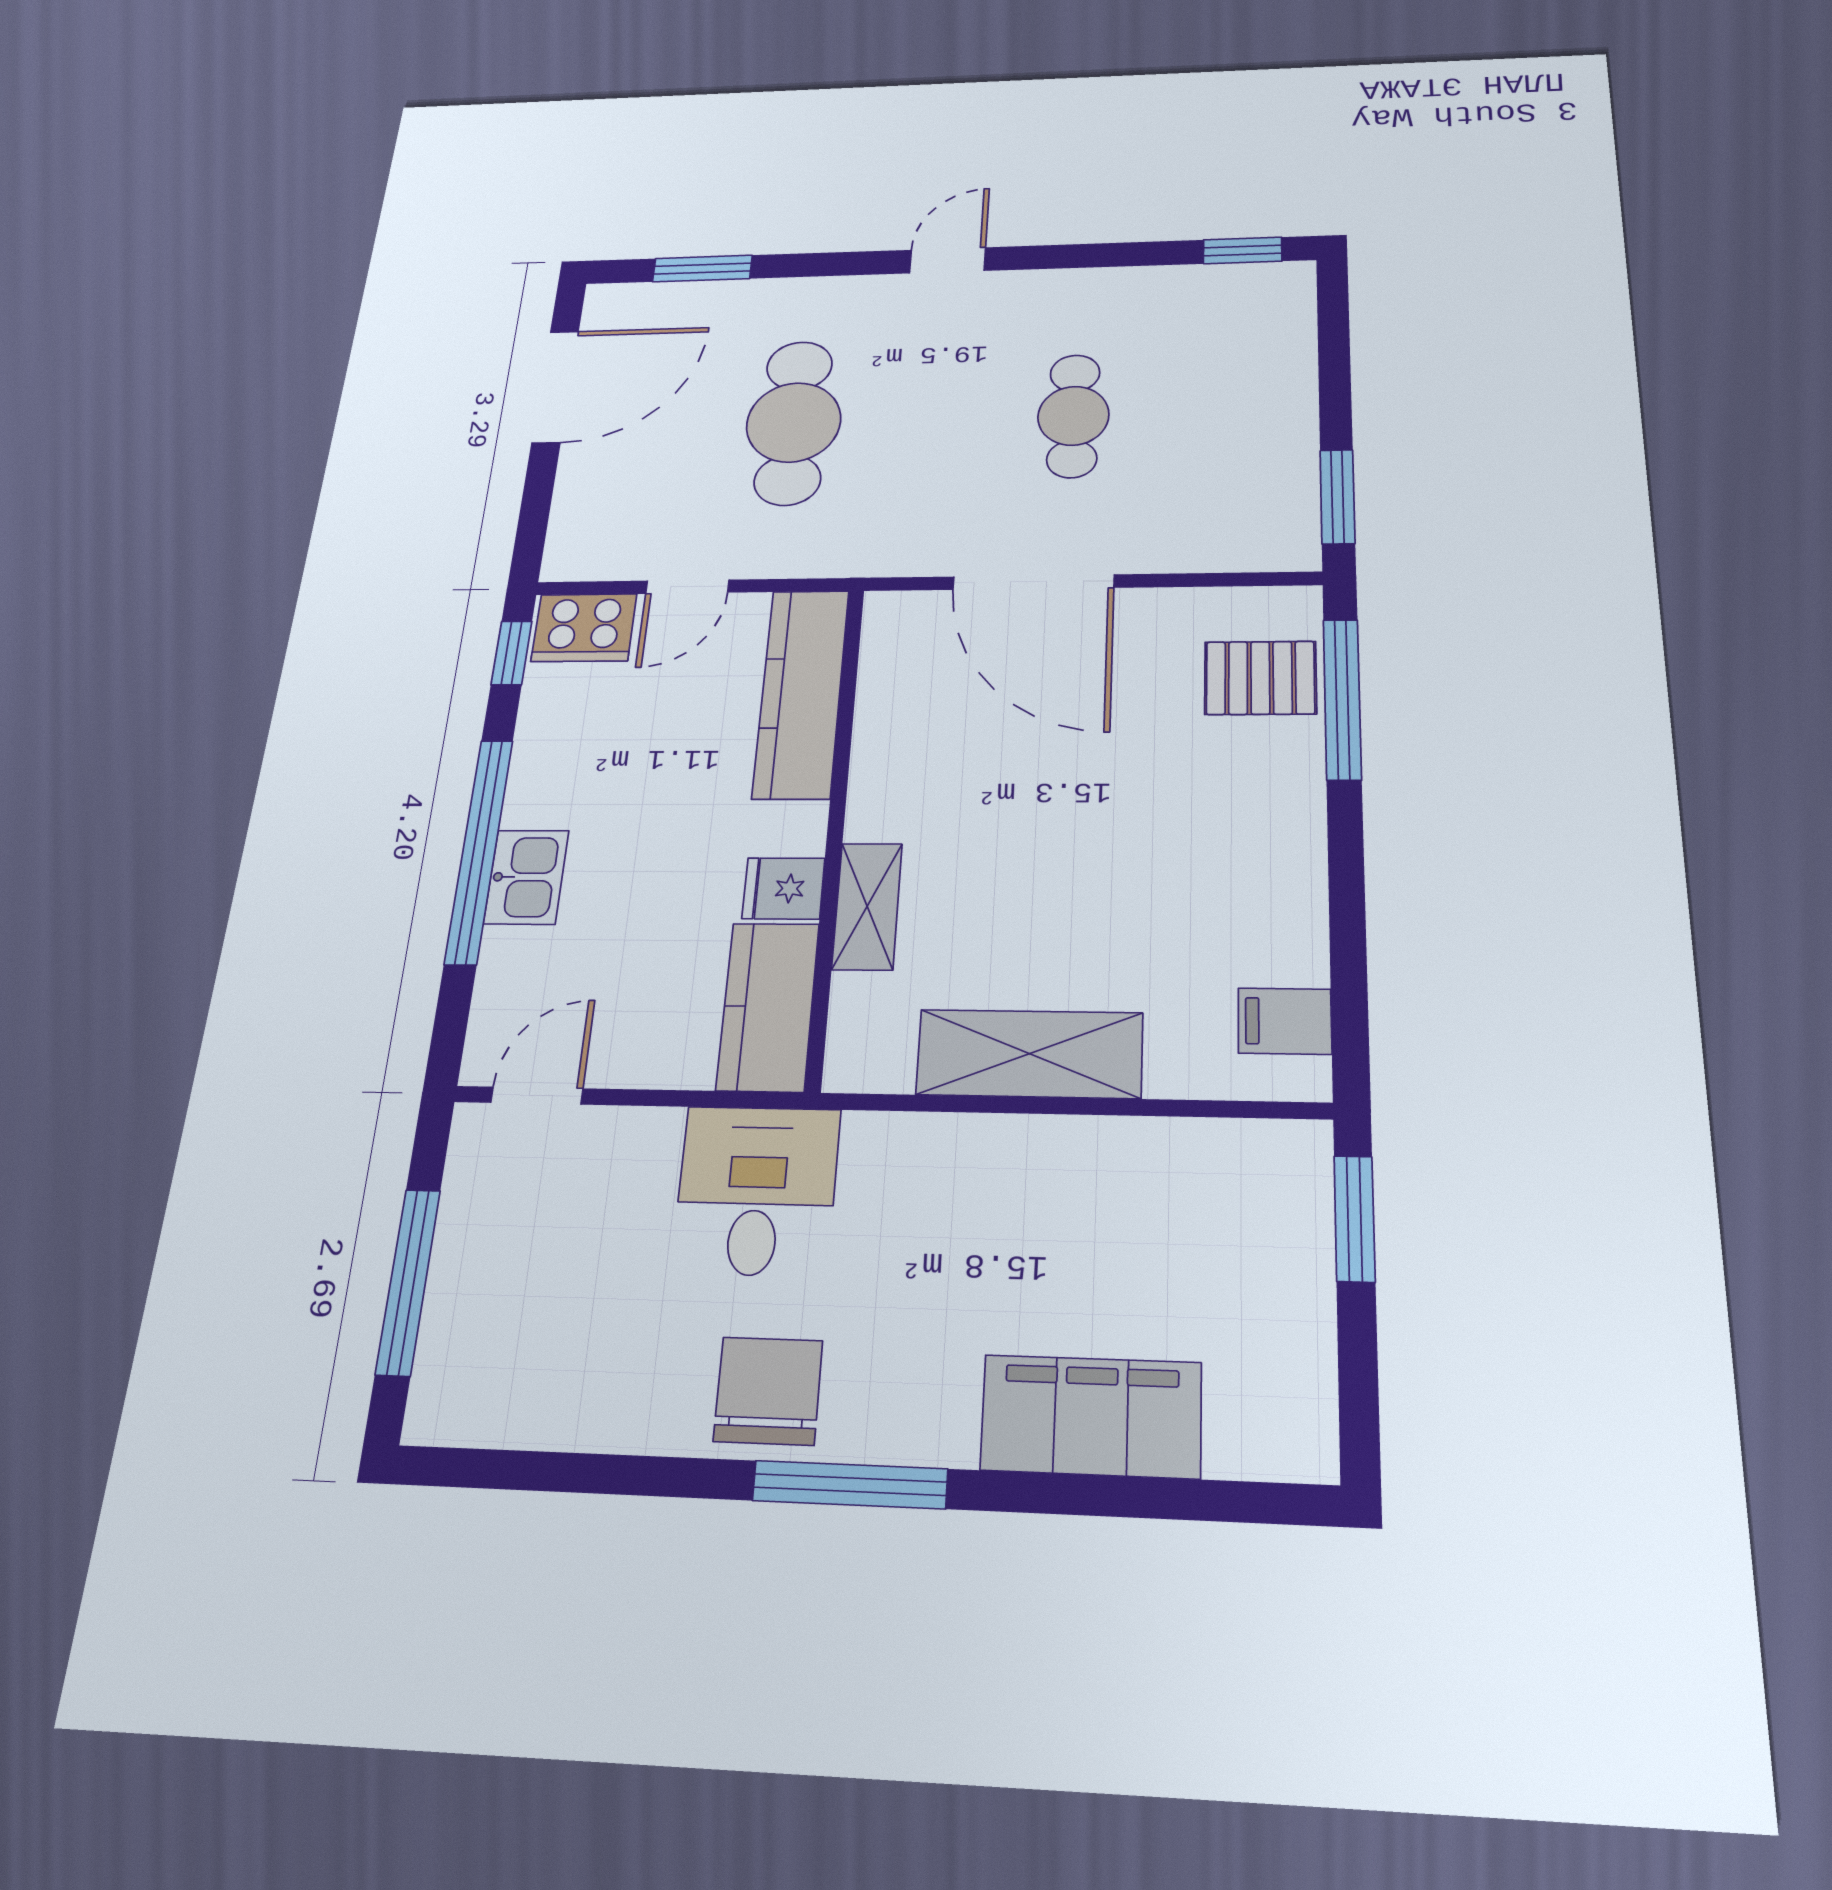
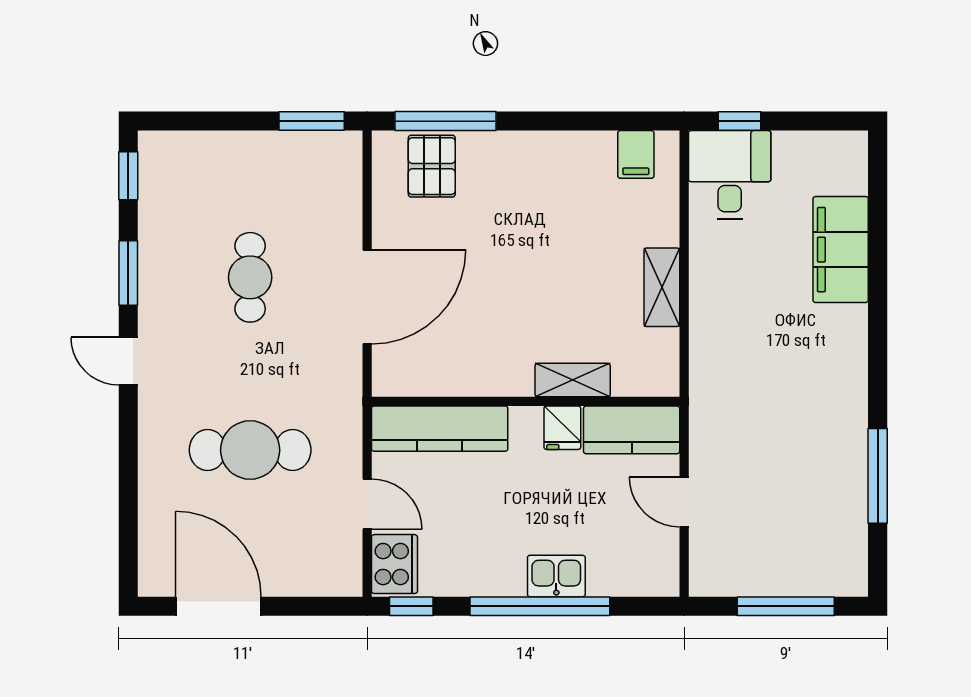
window: (702, 269) -> (128, 273), moved
cafe table: (1073, 416) -> (250, 277), turned 90
shelving: (1029, 1054) -> (662, 287), width x0.67, depth x0.75
door: (537, 1096) -> (684, 502), moved
desk: (756, 1190) -> (730, 175), moved, turned 90
window: (1354, 1219) -> (739, 121), width x0.67
chair: (768, 1391) -> (834, 411), removed
window: (850, 1485) -> (878, 476), moved

